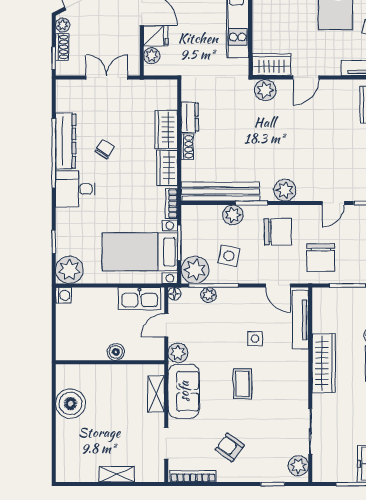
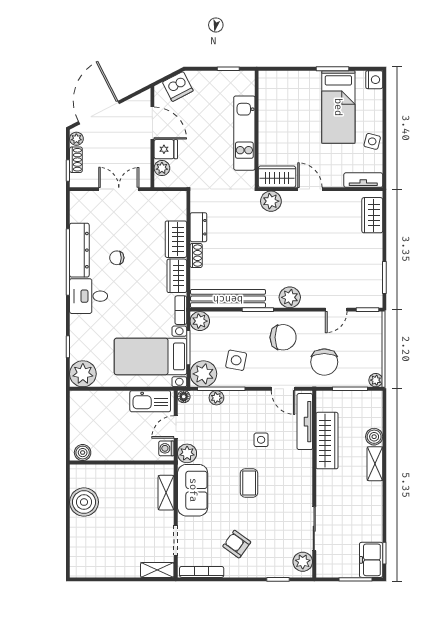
door: (306, 78) -> (310, 189), swing flipped
chair: (105, 149) -> (117, 258), turned -122
plant: (233, 215) -> (200, 321), moved
washing machine: (64, 295) -> (166, 448), moved, turned 180
boiler: (116, 352) -> (83, 453), moved
wardrobe: (324, 363) -> (327, 441), moved
shelving: (117, 474) -> (157, 570), moved

